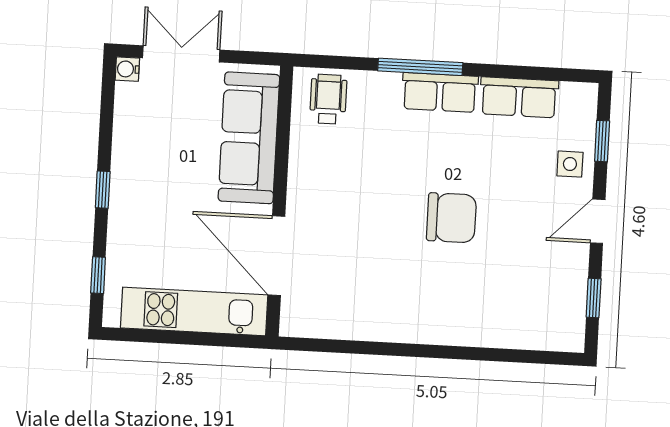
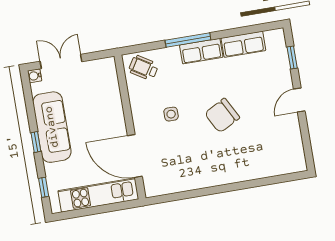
wheelchair: (328, 99) -> (143, 68), turned -58
sofa: (249, 138) -> (52, 127), moved, turned 180
side table: (570, 164) -> (171, 114), moved
chair: (451, 218) -> (222, 115), turned 152
window: (594, 298) -> (306, 141), removed

